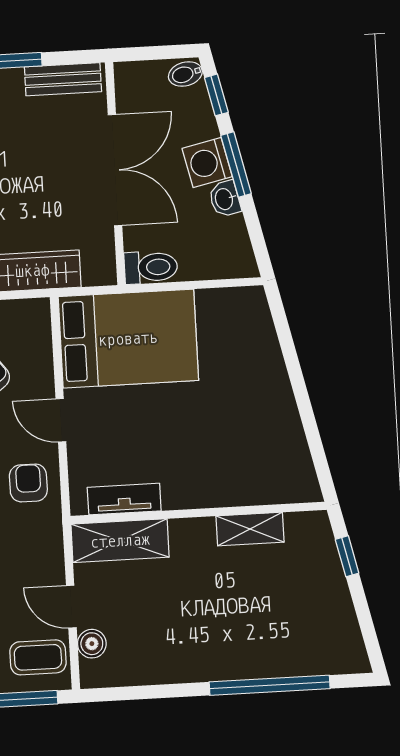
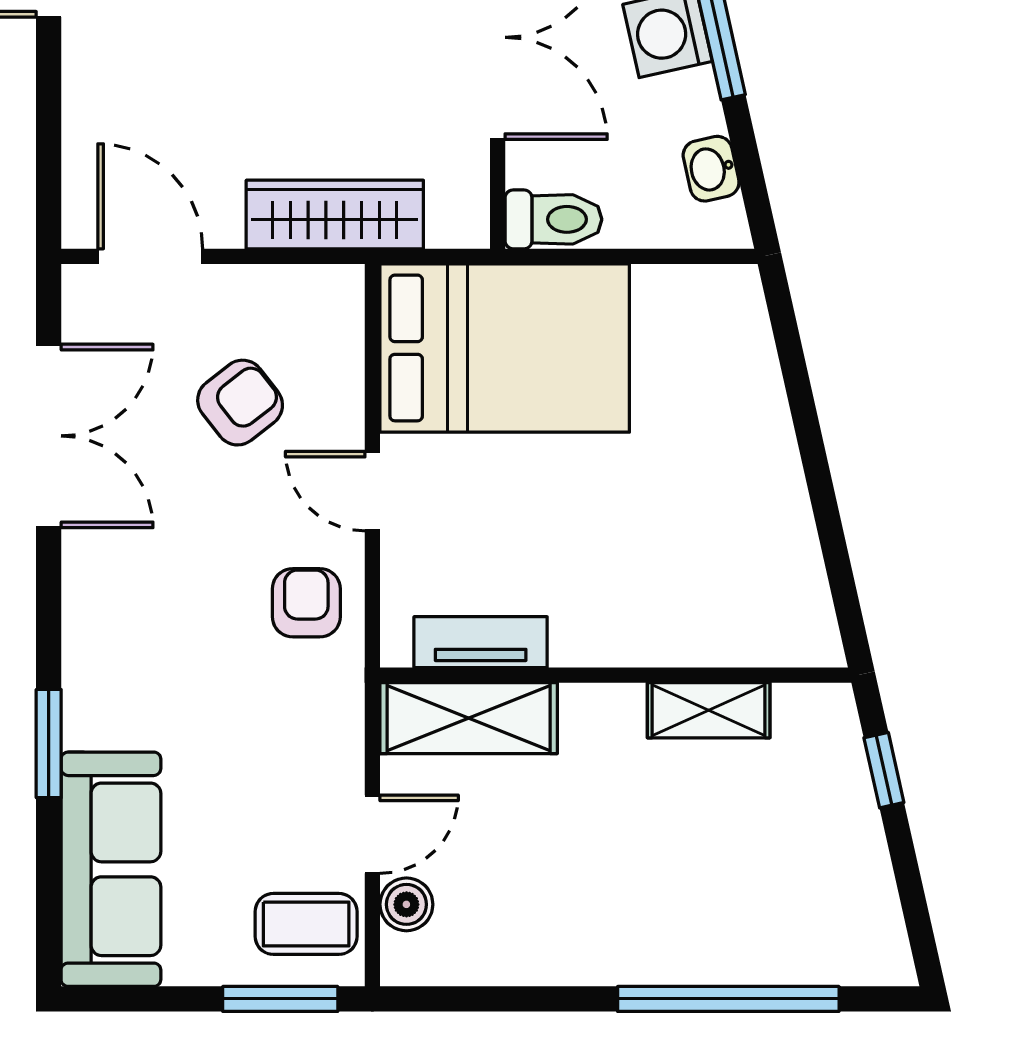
washbasin: (225, 199) -> (711, 169), moved
door: (71, 607) -> (372, 834), swing flipped

